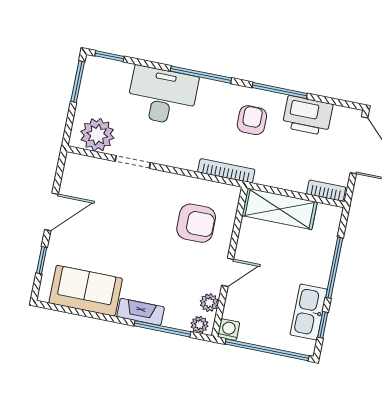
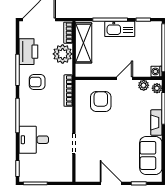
desk: (162, 96) -> (34, 140), width x0.73
plant: (97, 135) -> (63, 54), moved
shelving: (280, 209) -> (83, 43), moved
door: (228, 272) -> (125, 78), hinge flipped
kitchen sink: (309, 312) -> (120, 29), moved

